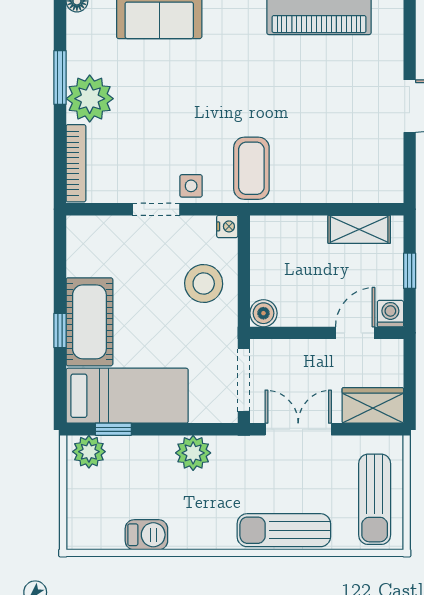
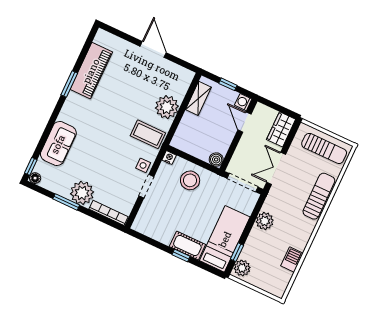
plant: (317, 180) -> (167, 107), added
cot: (89, 322) -> (187, 245), width x0.73, depth x0.75
sun lounger: (284, 530) -> (319, 196), turned 180

